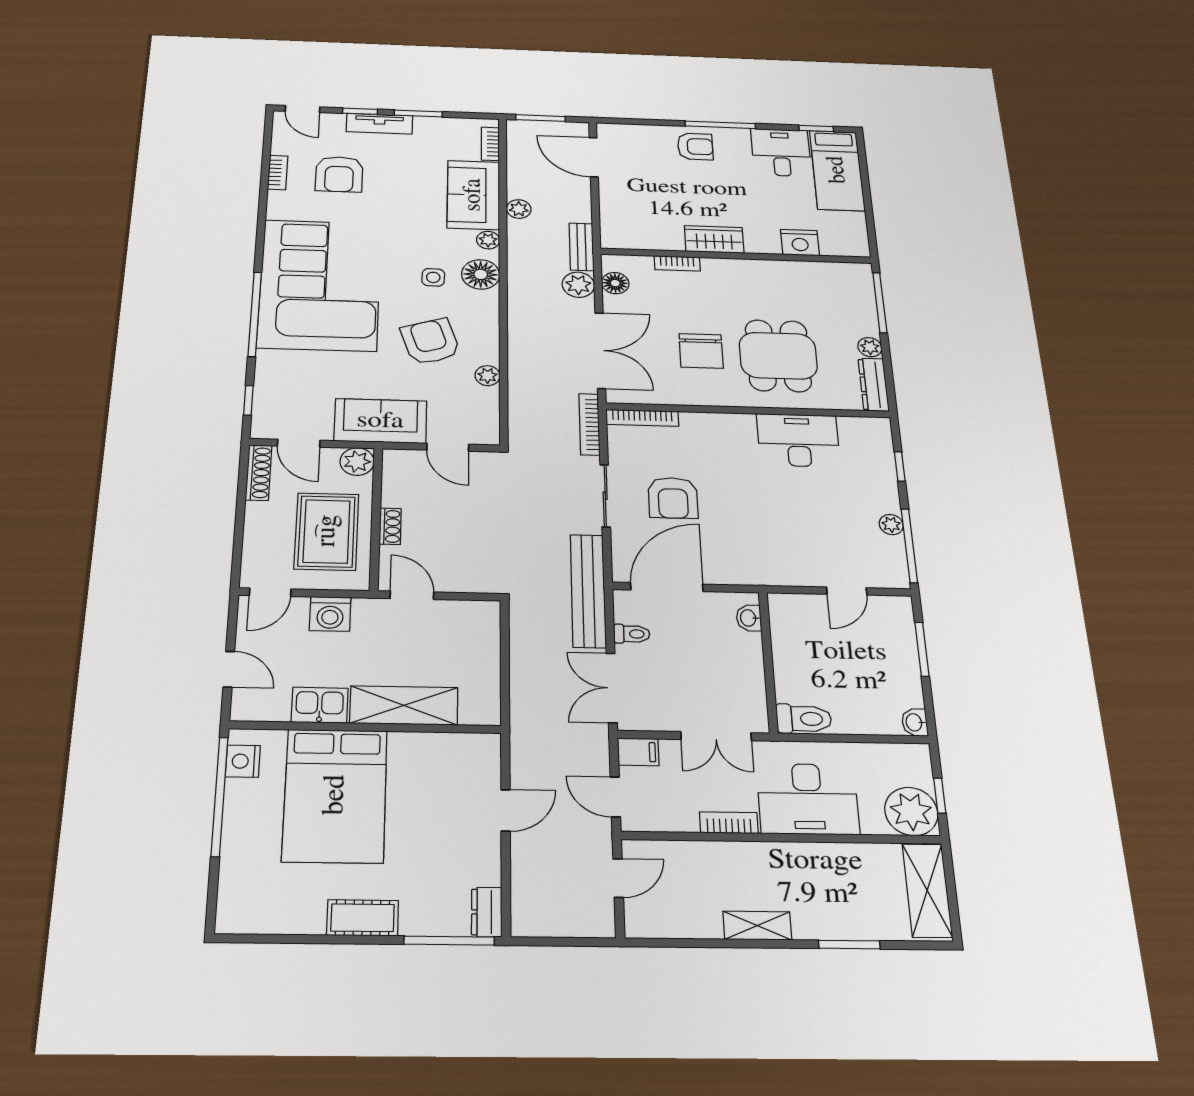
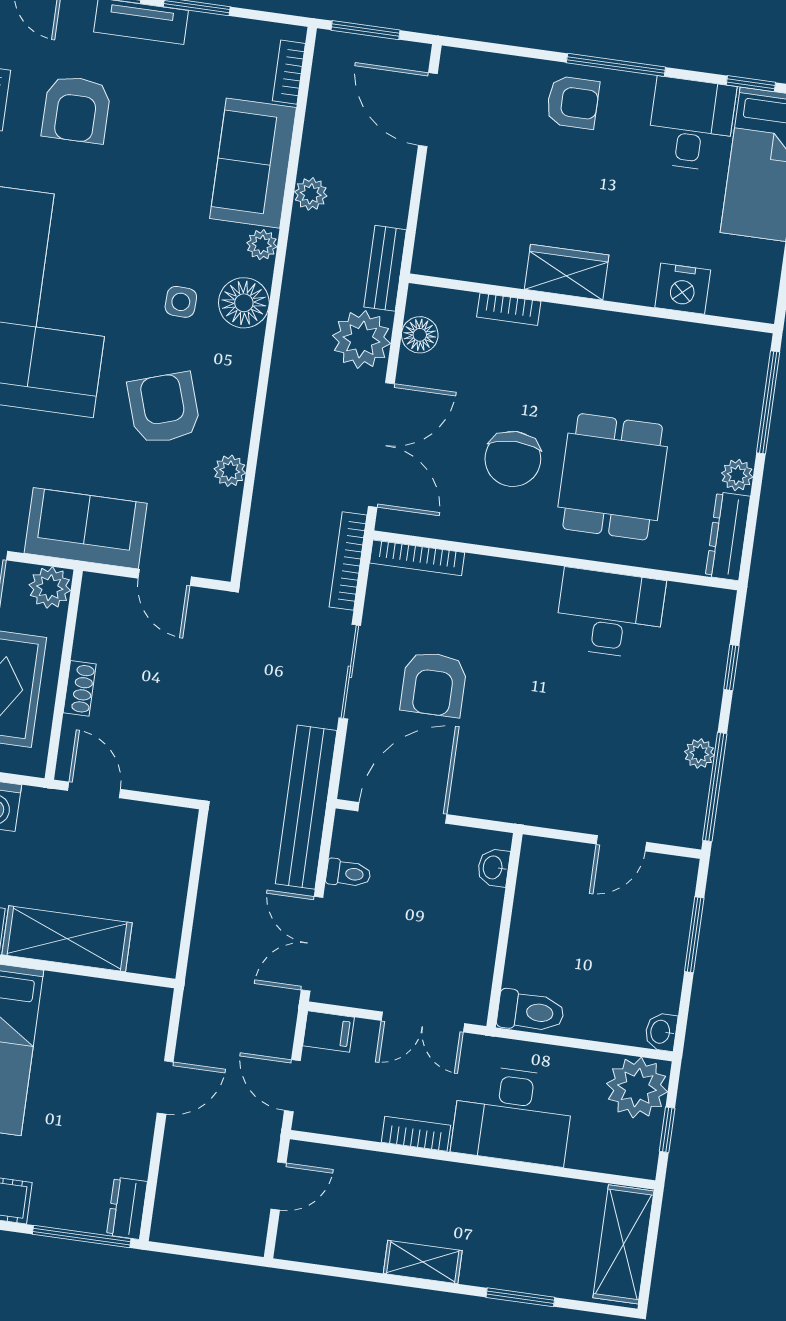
plant: (578, 285) -> (362, 340), width x1.36, depth x1.36
plant: (911, 811) -> (637, 1088), moved

